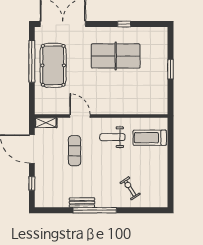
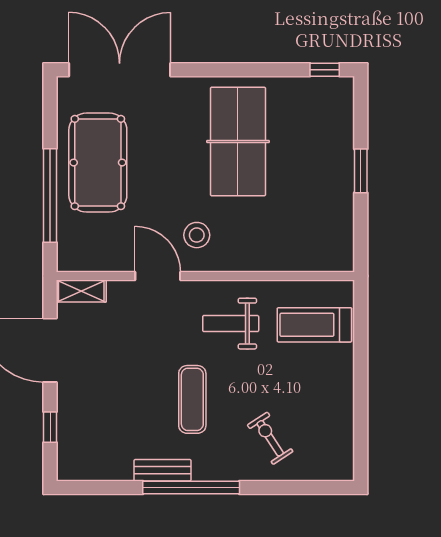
window: (124, 24) -> (325, 70), moved
table tennis table: (116, 56) -> (238, 141), turned 90
window: (32, 61) -> (50, 196), moved
stool: (97, 98) -> (197, 235), added
exercise mat: (74, 151) -> (192, 399), moved

